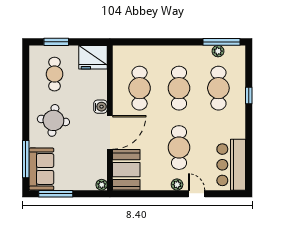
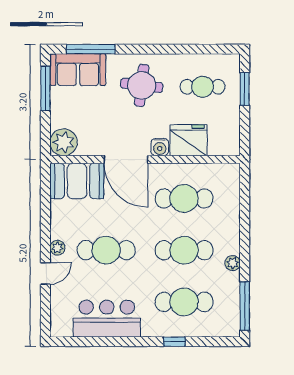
plant: (218, 51) -> (233, 263), moved
fridge: (93, 57) -> (189, 140), moved, turned 90
bar counter: (231, 165) -> (107, 319), moved
plant: (102, 185) -> (64, 142), width x1.88, depth x1.88

